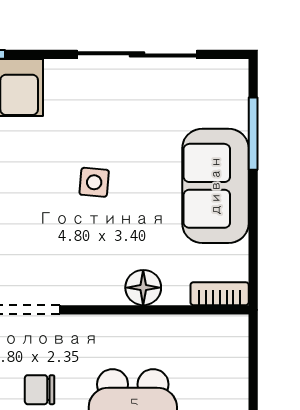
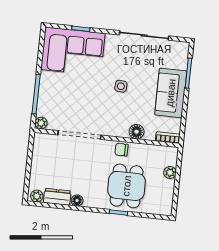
plant: (234, 377) -> (170, 172), added
chair: (40, 390) -> (121, 150), moved

